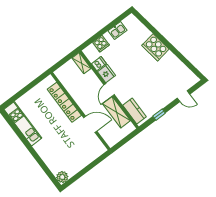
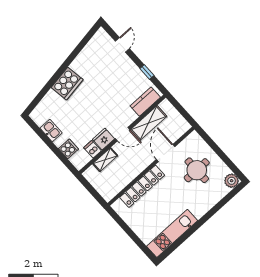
shelving: (82, 63) -> (105, 160), moved
round table: (74, 149) -> (197, 170), added

